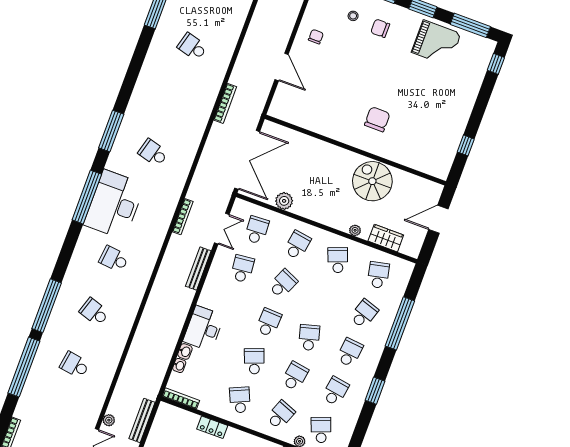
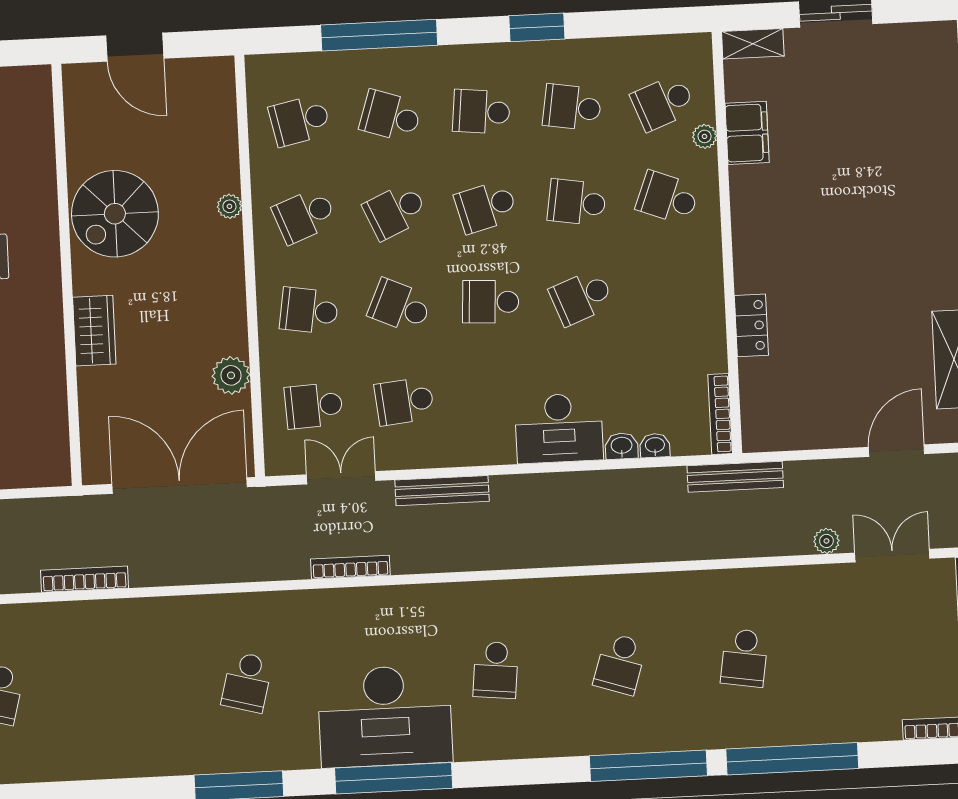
wardrobe: (386, 238) -> (94, 331), moved, turned 180
school desk: (240, 400) -> (395, 211), moved
bench: (142, 420) -> (735, 477), moved

